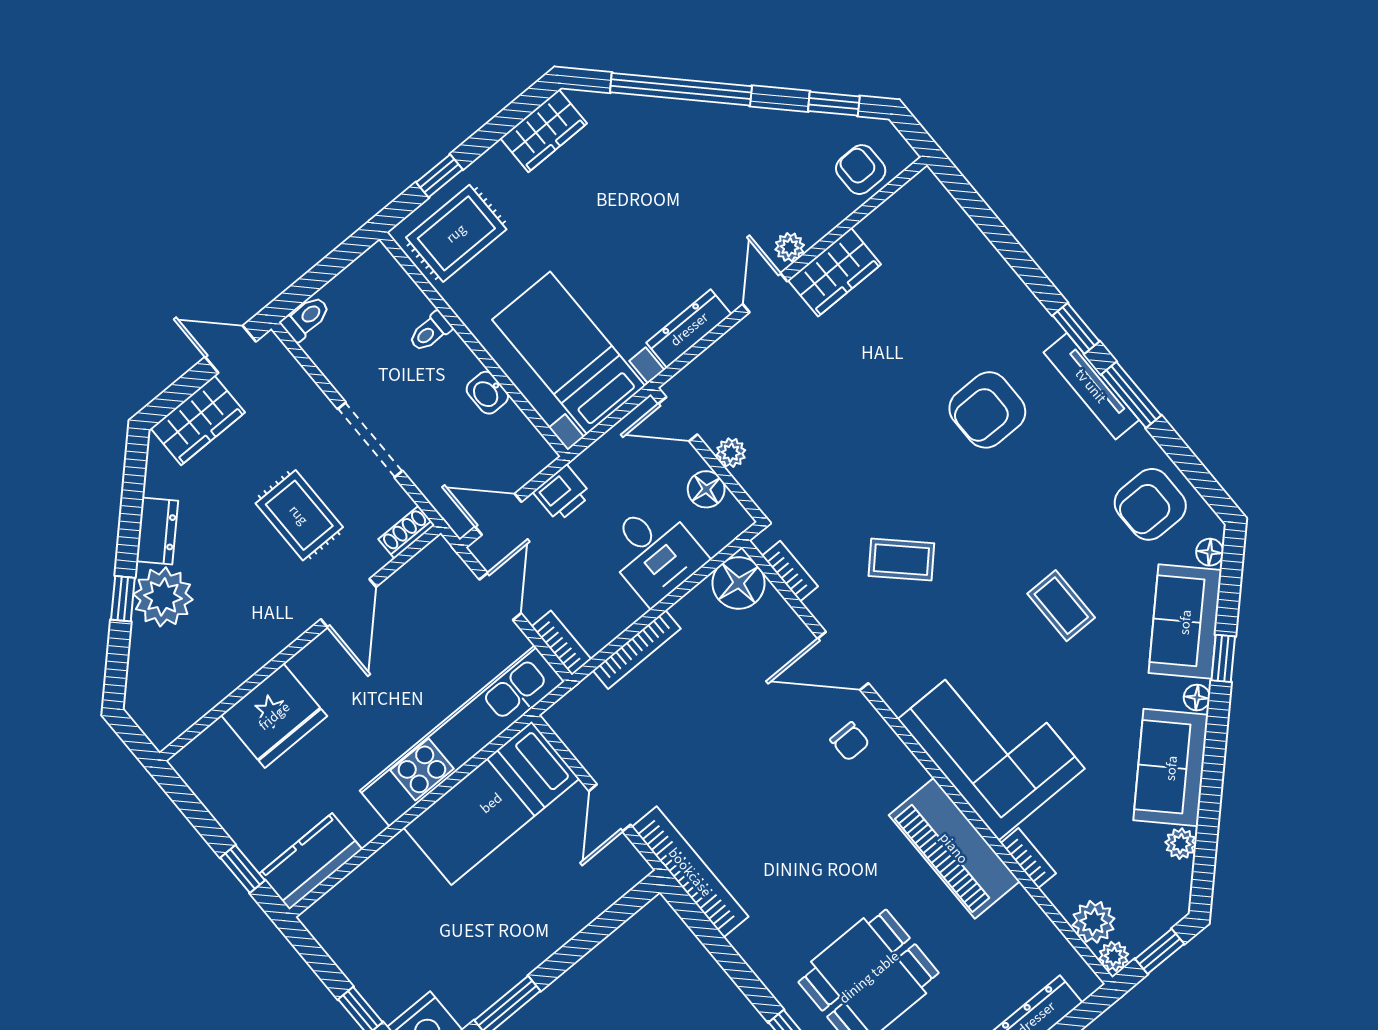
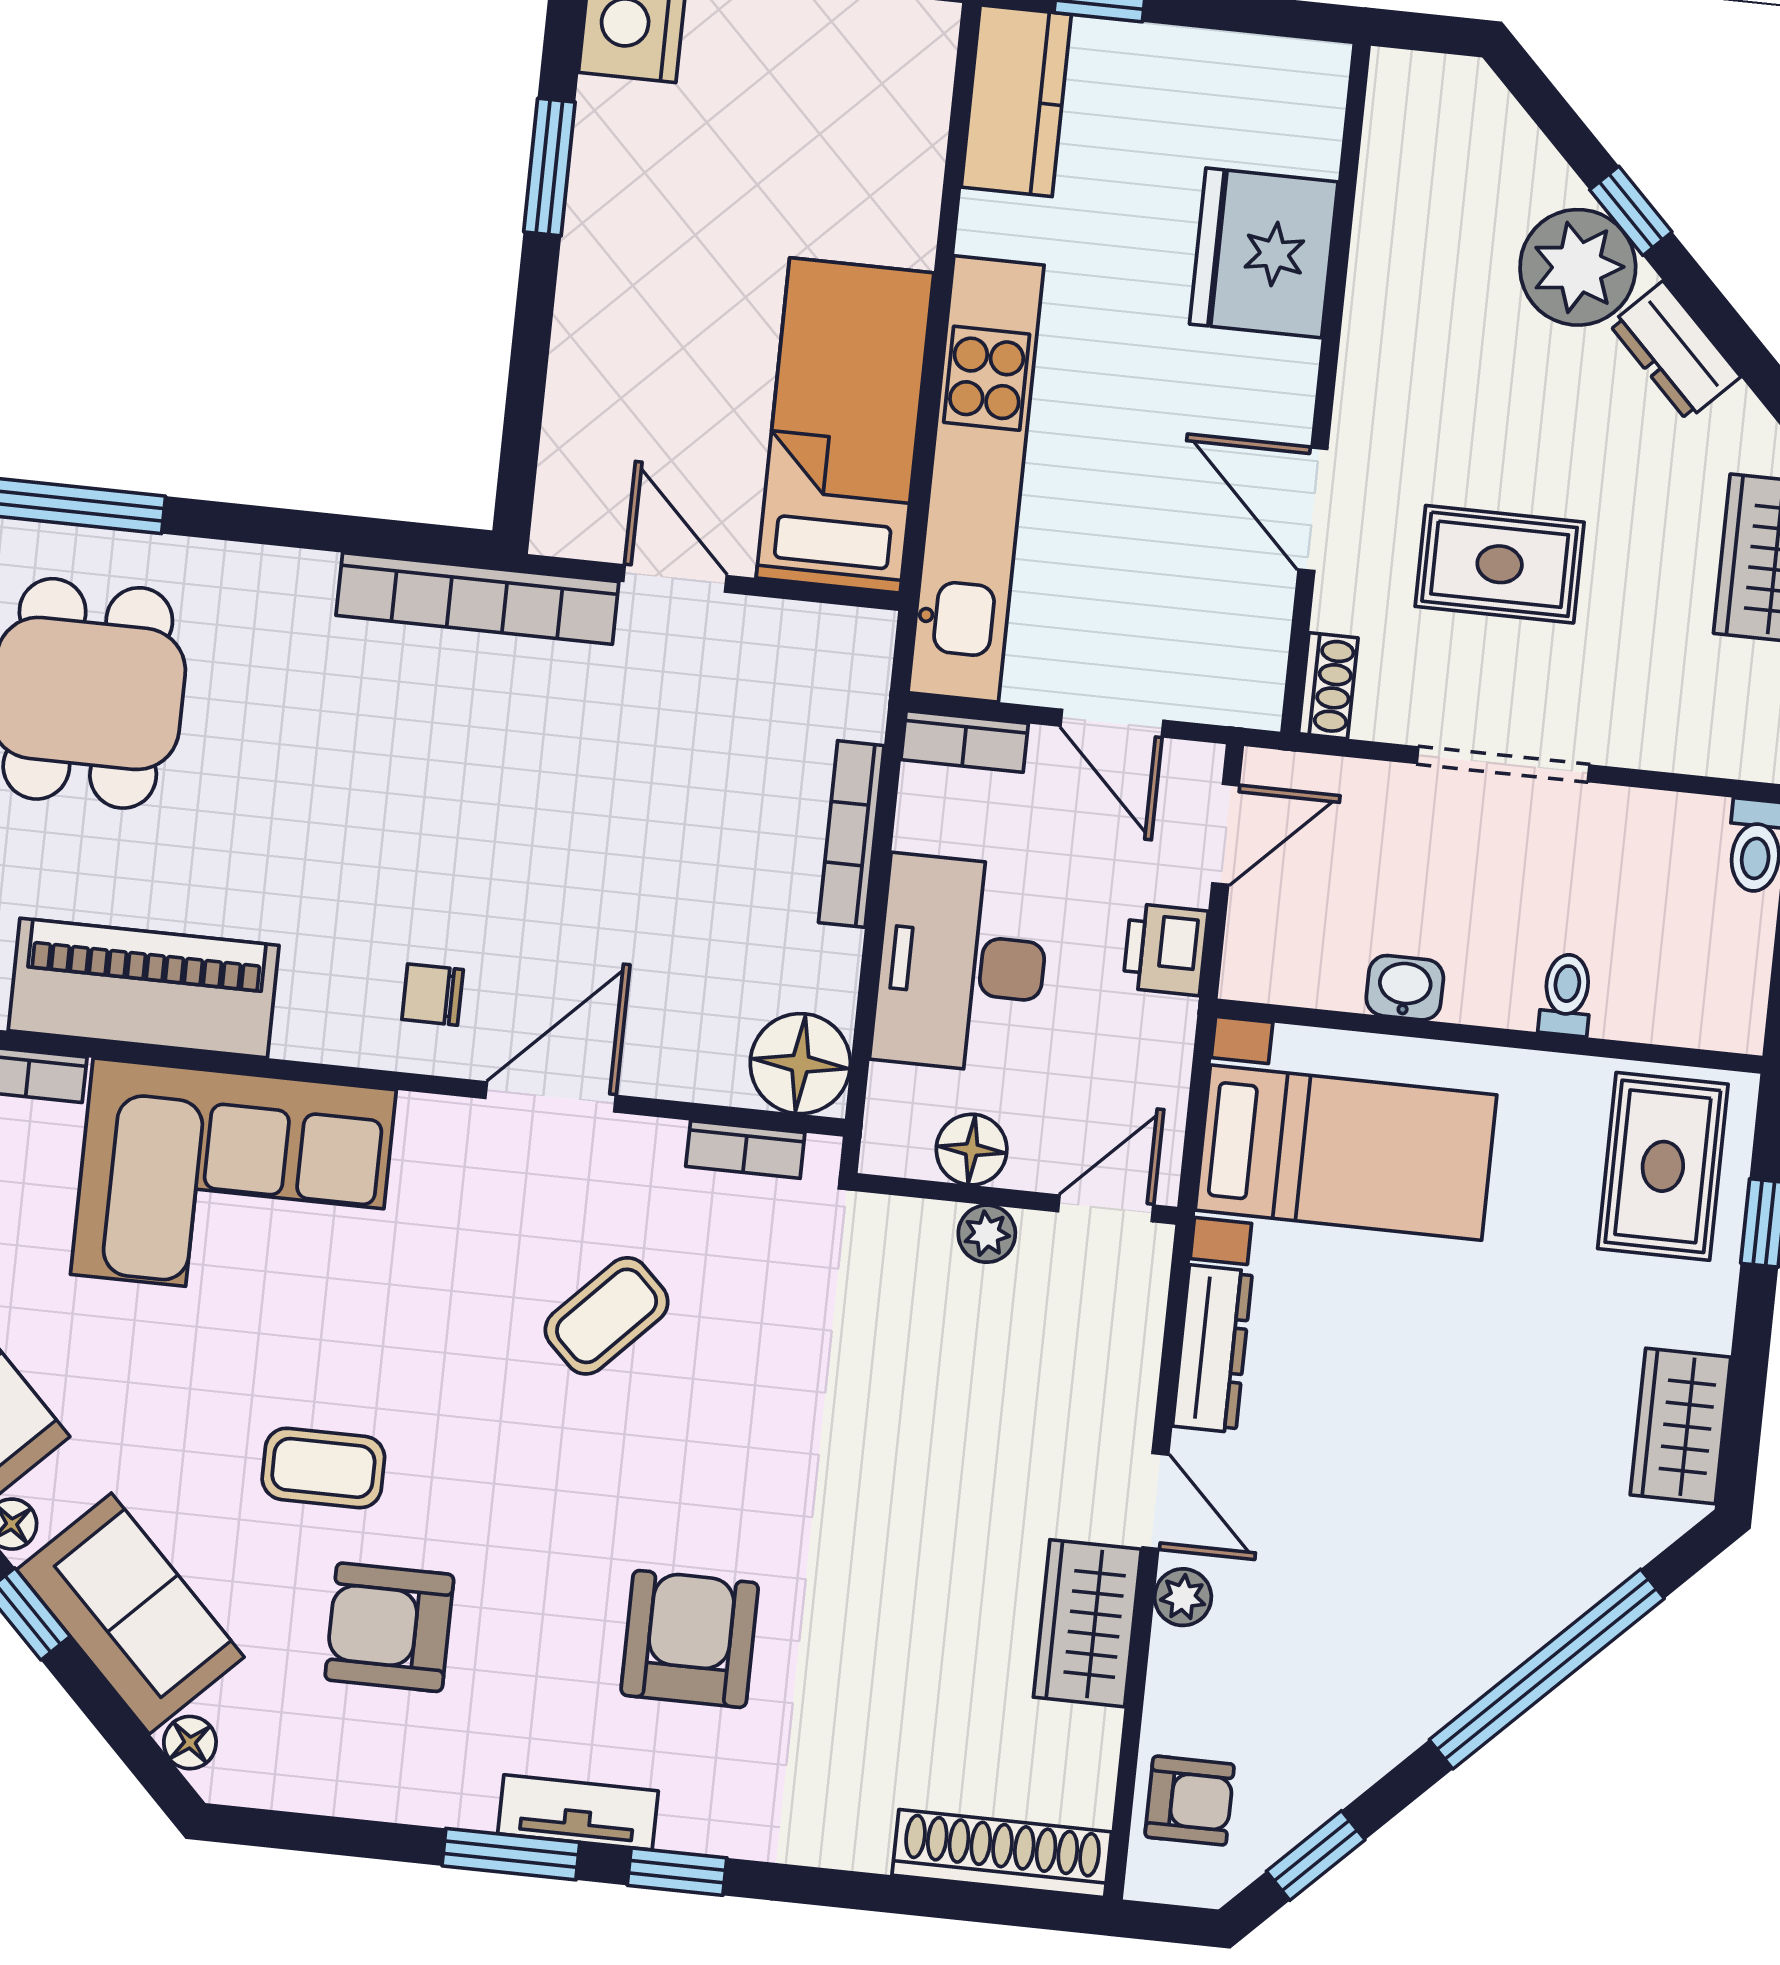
shoe rack: (949, 218) -> (1002, 1853), added
tv unit: (1091, 386) -> (578, 1812), width x0.71
armchair: (1150, 504) -> (389, 1627), moved, turned -90
desk: (654, 552) -> (962, 964), width x1.37

